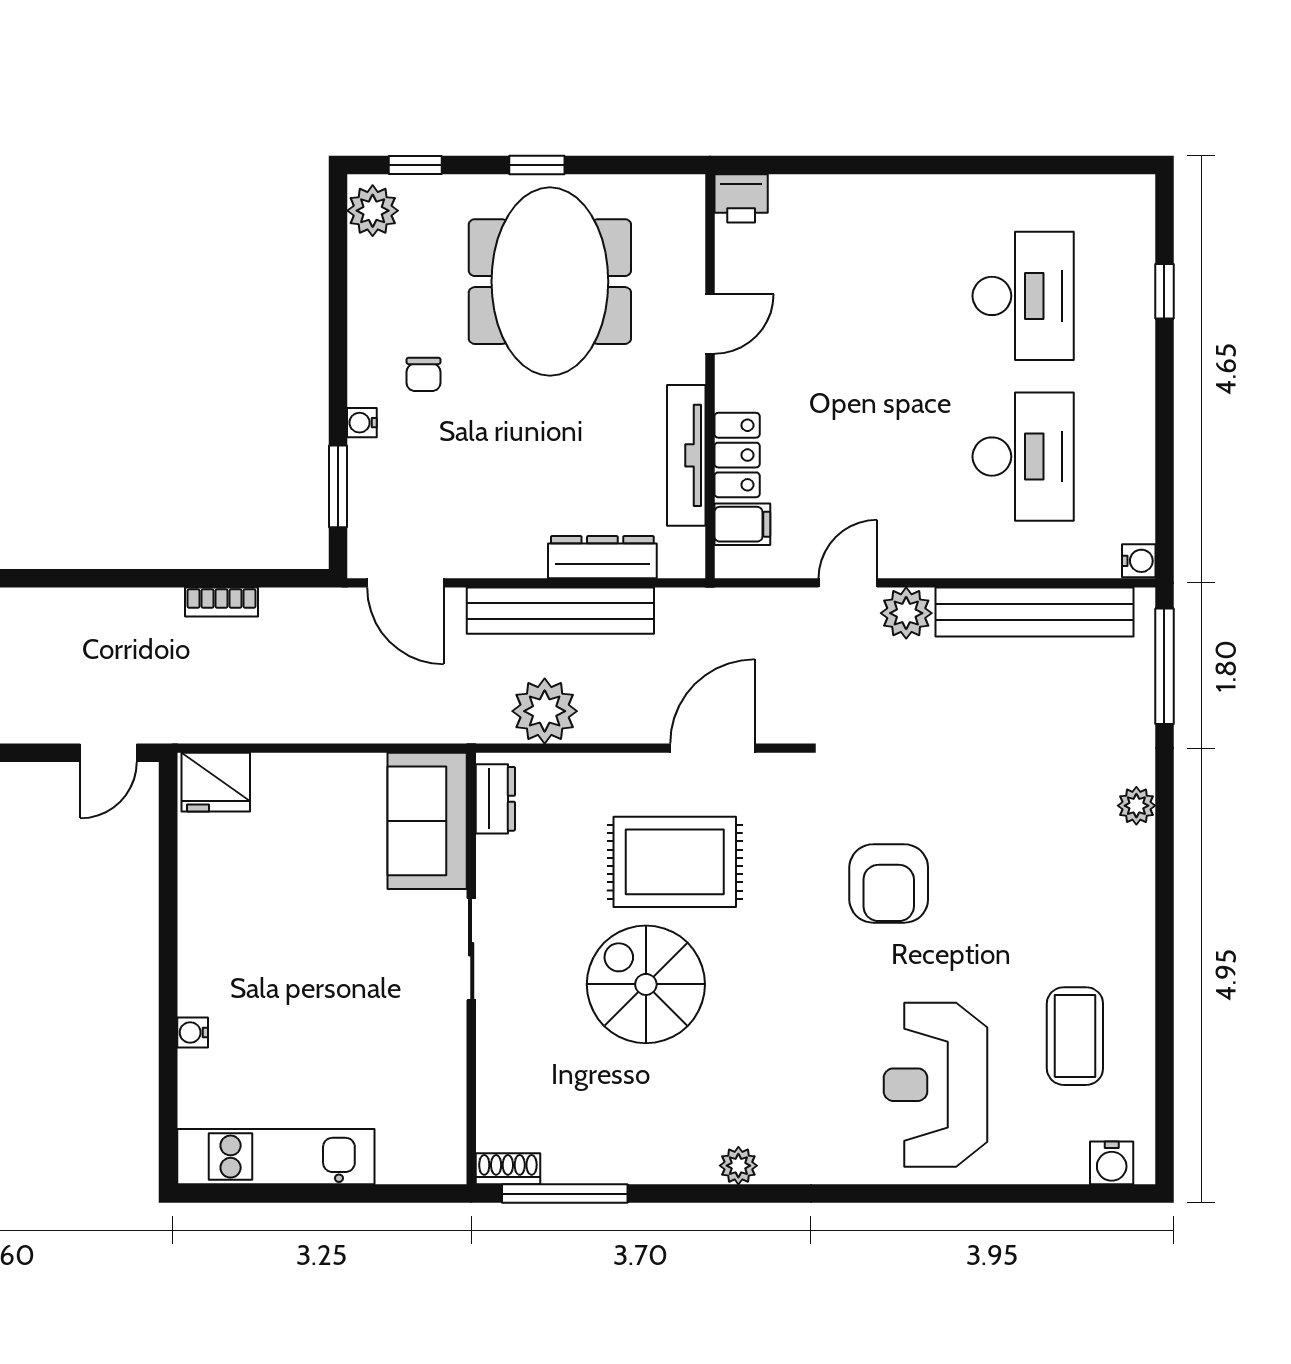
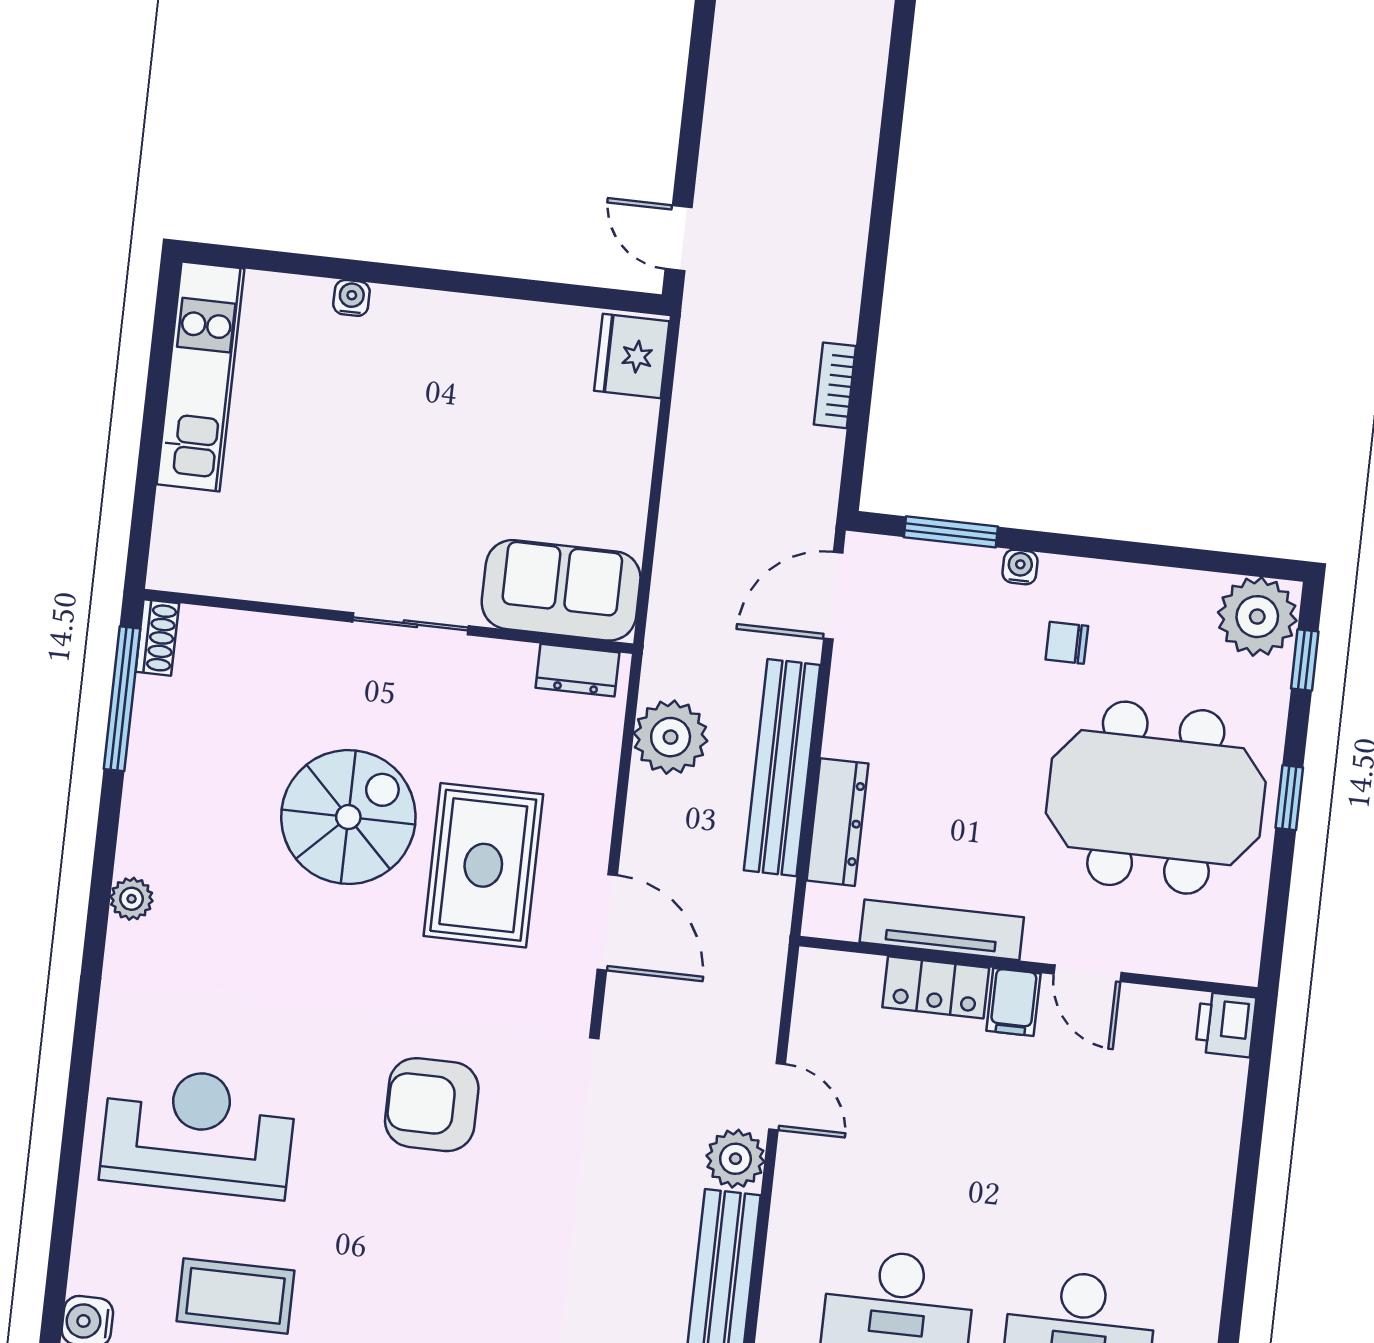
plant: (373, 211) -> (1257, 617), width x1.36, depth x1.36
filing cabinet: (742, 524) -> (1013, 1002), moved

